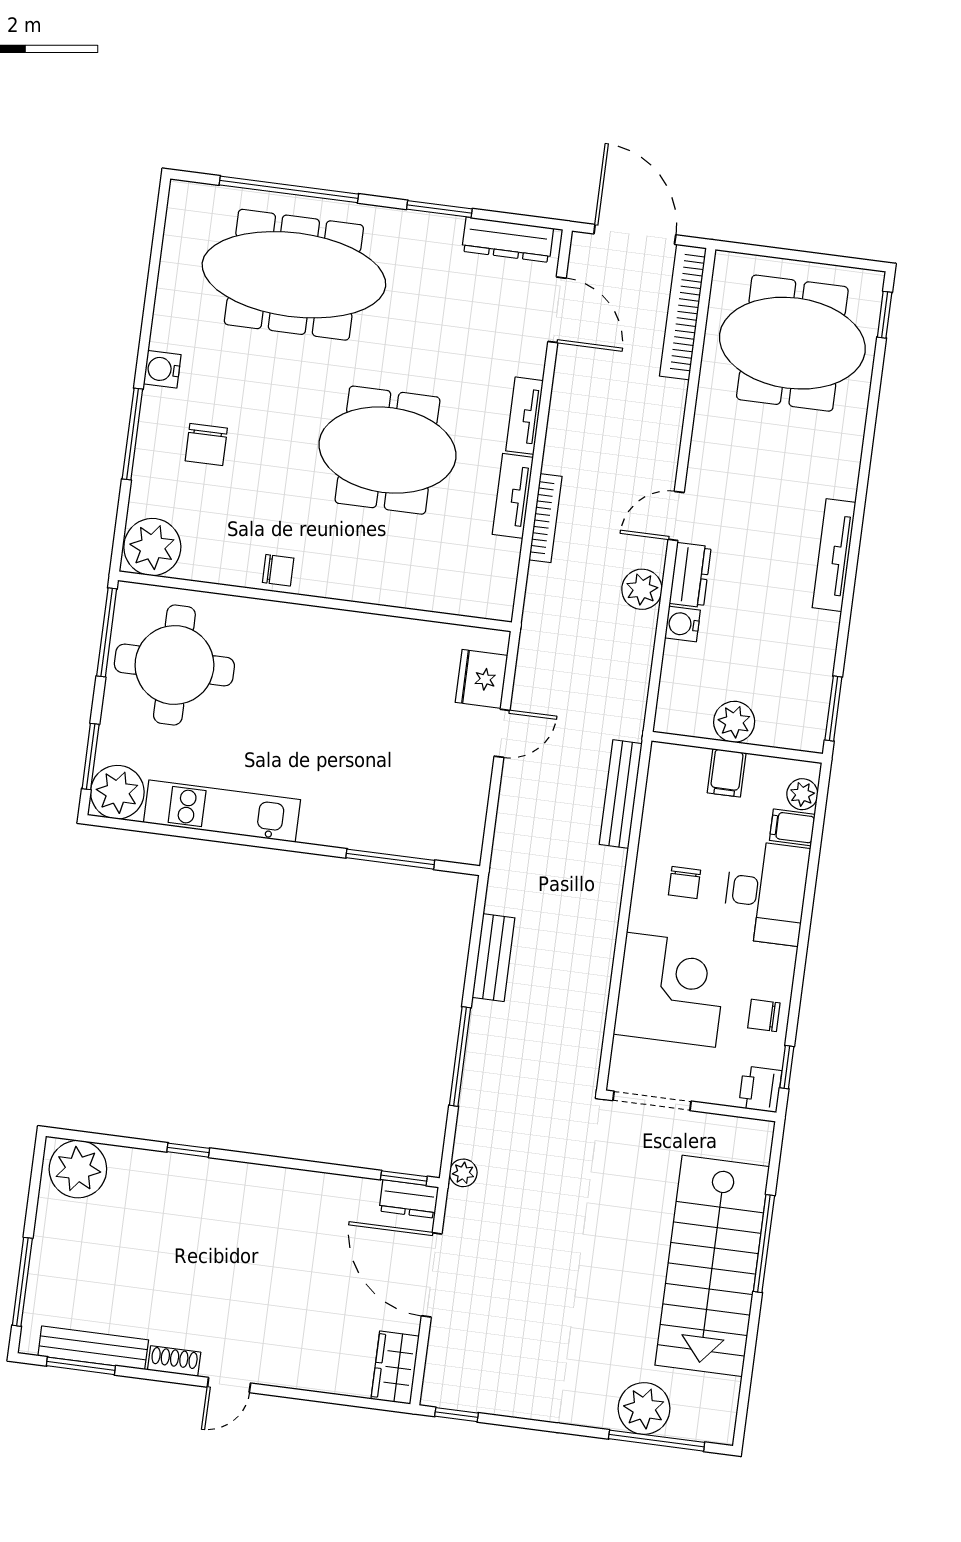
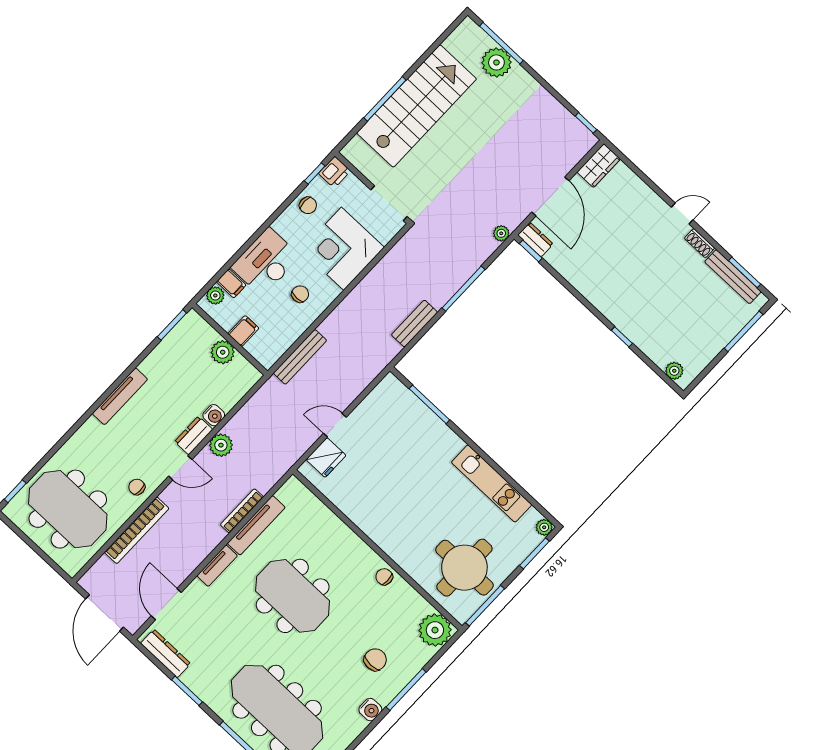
bookcase: (683, 312) -> (137, 530), moved
chair: (718, 445) -> (137, 487), added
tv unit: (513, 496) -> (256, 525), width x1.41
plant: (117, 792) -> (544, 527), width x0.53, depth x0.53
plant: (78, 1169) -> (674, 371), width x0.53, depth x0.53

